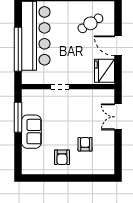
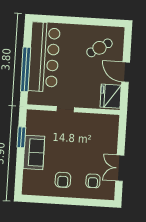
window: (18, 117) -> (21, 137), width x0.69
double door: (118, 117) -> (120, 168), moved
armchair: (85, 144) -> (93, 181), moved, turned 180

